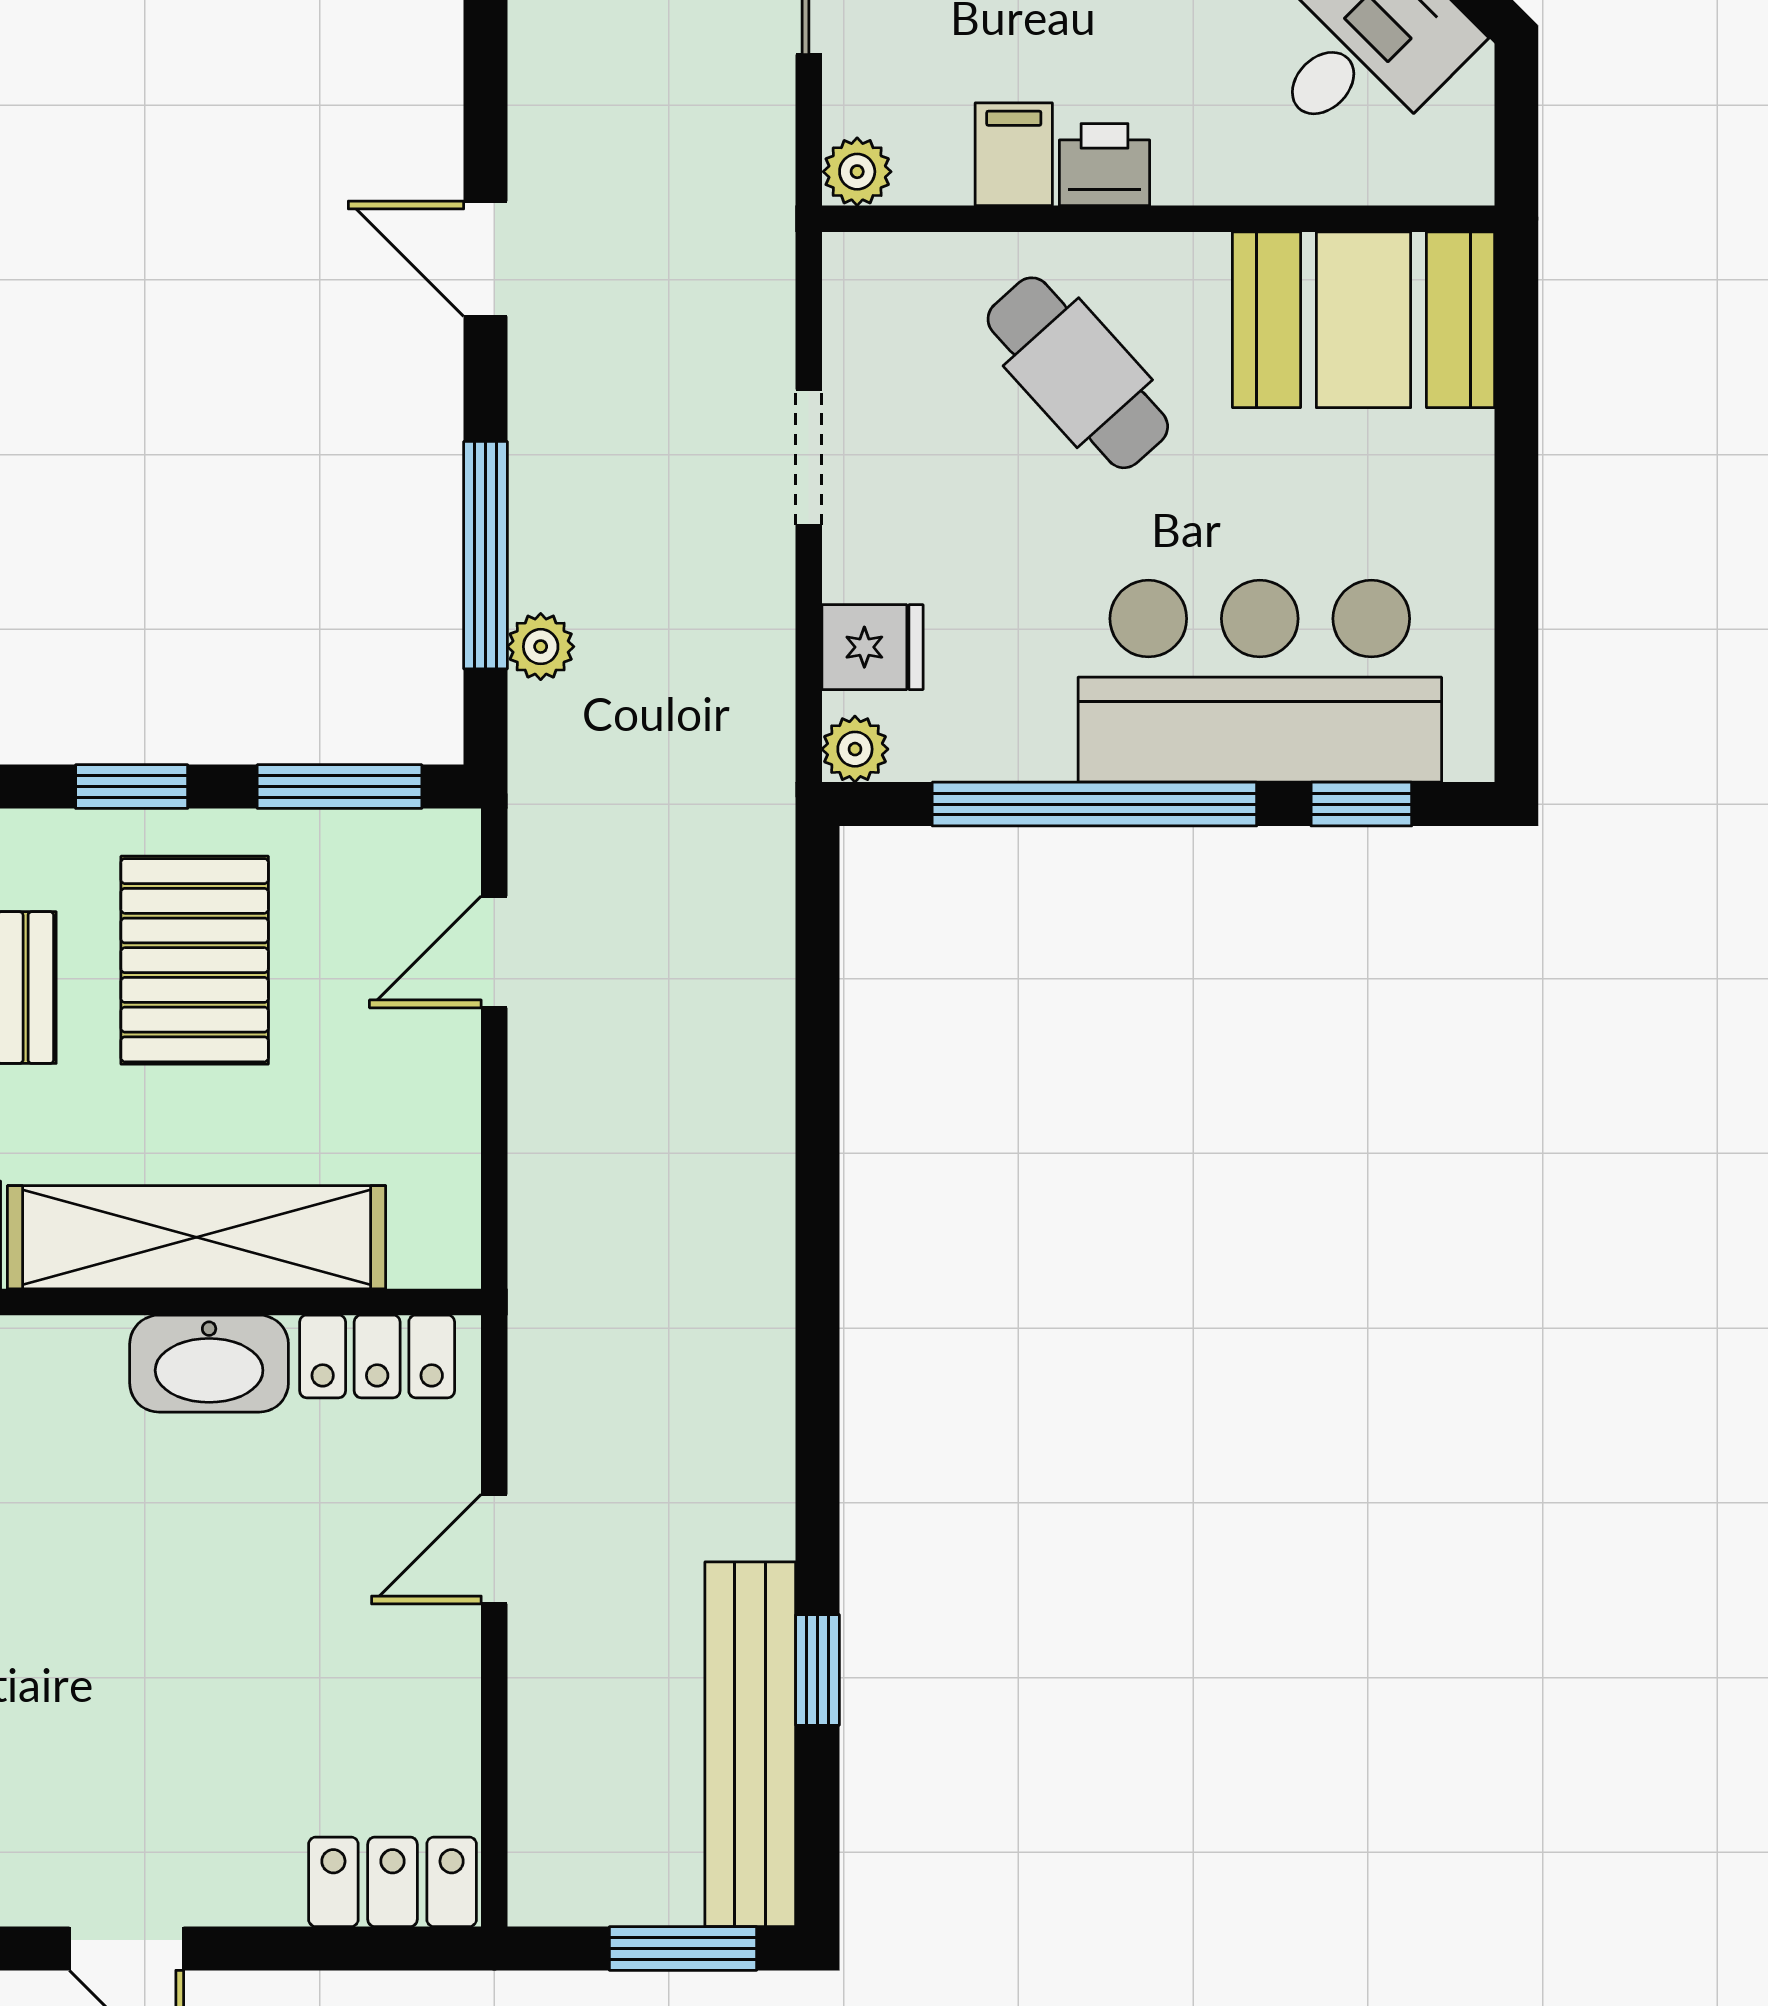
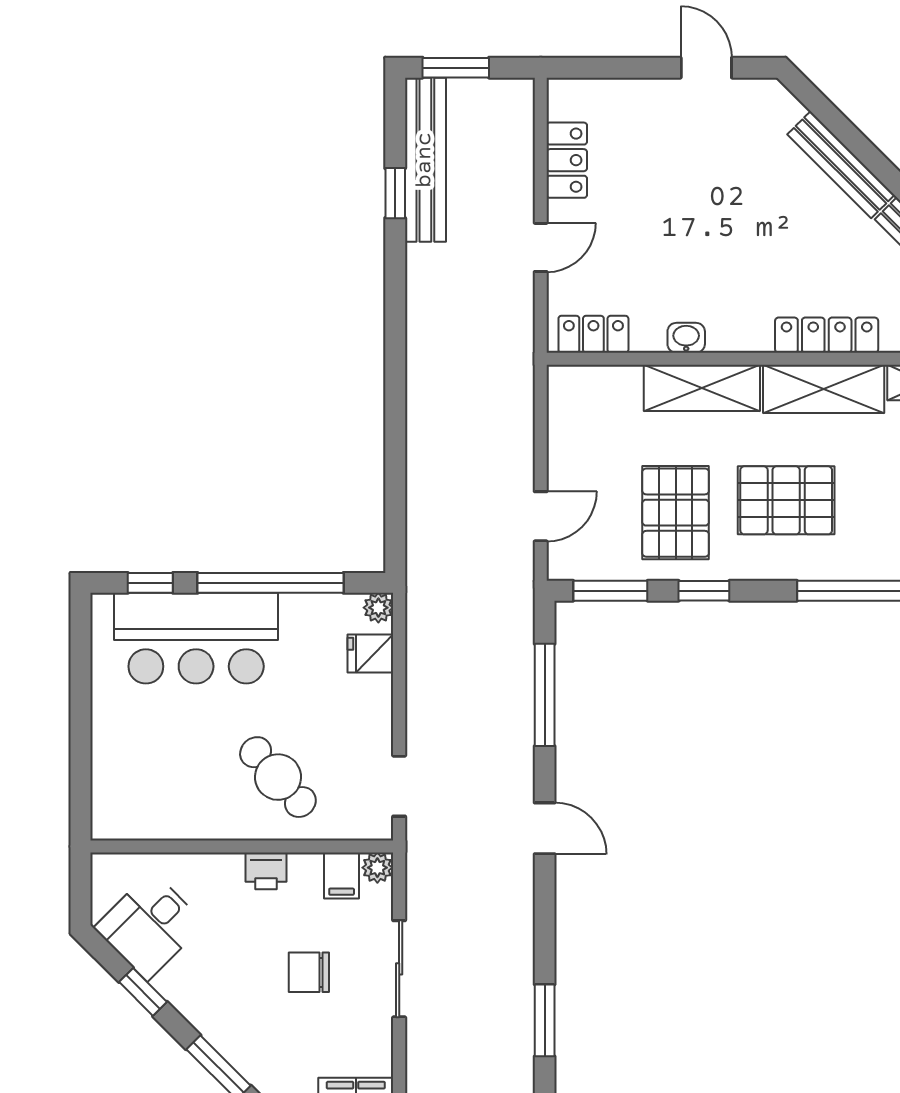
filing cabinet: (1014, 154) -> (342, 875), moved
booth: (1364, 320) -> (149, 801), removed
doorway: (809, 457) -> (399, 786), moved
plant: (541, 647) -> (520, 654), removed
shelving: (197, 1237) -> (702, 388), width x0.68
washbasin: (209, 1364) -> (686, 338), width x0.52, depth x0.69
locker: (393, 1882) -> (567, 160), moved, turned -90

